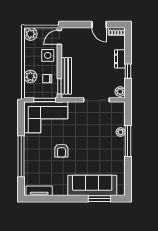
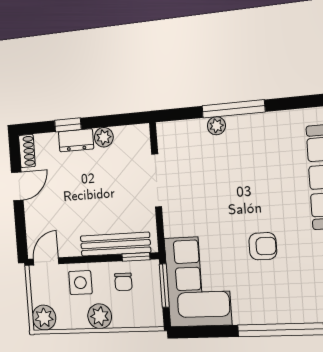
door: (59, 37) -> (46, 261), swing flipped
window: (128, 71) -> (68, 125), moved
plant: (30, 76) -> (100, 316), moved
plant: (120, 92) -> (104, 137), moved

